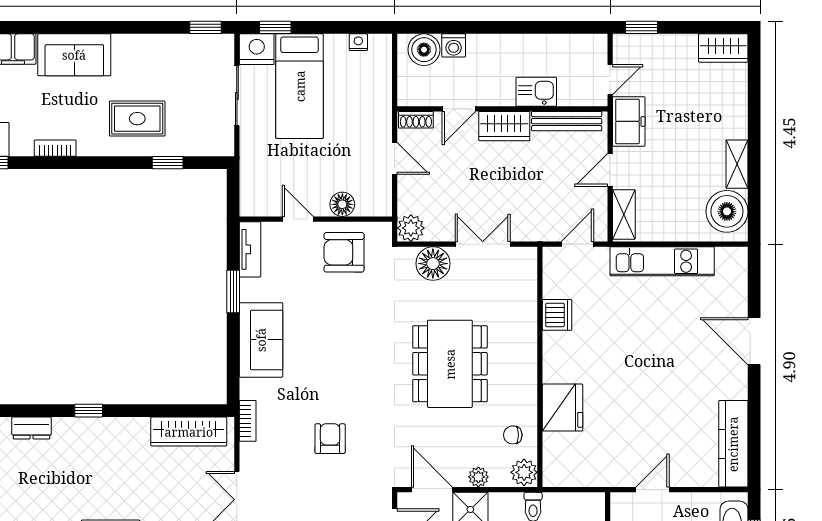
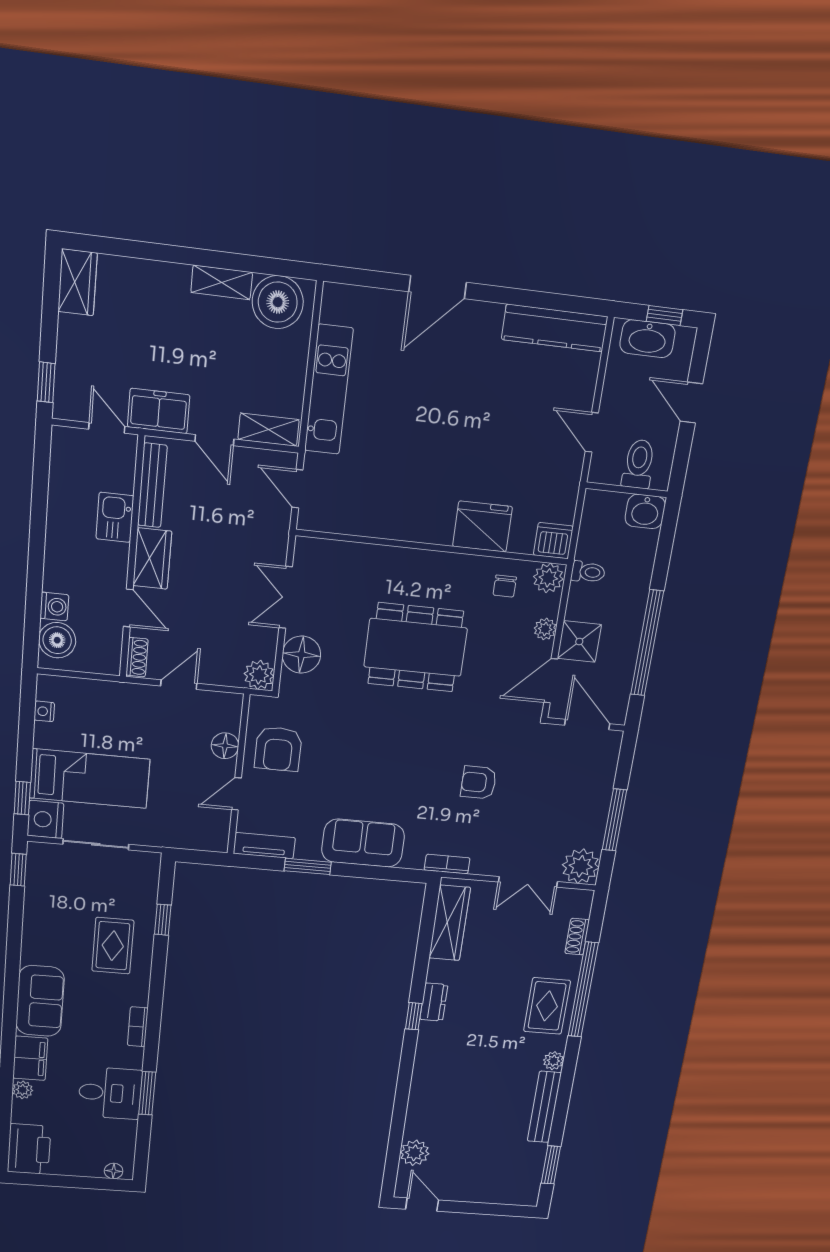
dishwasher: (557, 315) -> (553, 541), moved
dresser: (32, 428) -> (434, 1002), moved

